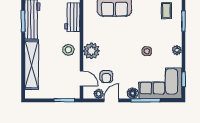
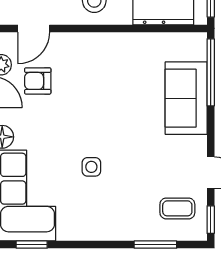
plant: (177, 50) -> (93, 231), removed
plant: (91, 51) -> (92, 49), removed

